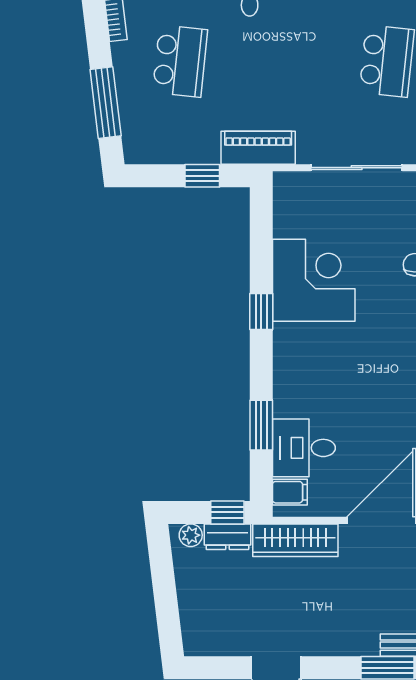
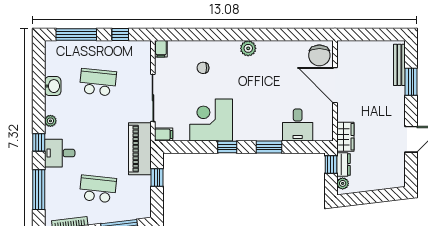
piano: (258, 148) -> (140, 149), width x1.37, depth x1.33
window: (261, 425) -> (269, 147), moved
filing cabinet: (290, 492) -> (164, 134), moved, turned 90
wardrobe: (295, 540) -> (345, 137), width x0.67

